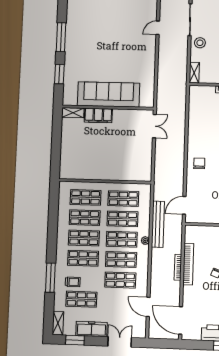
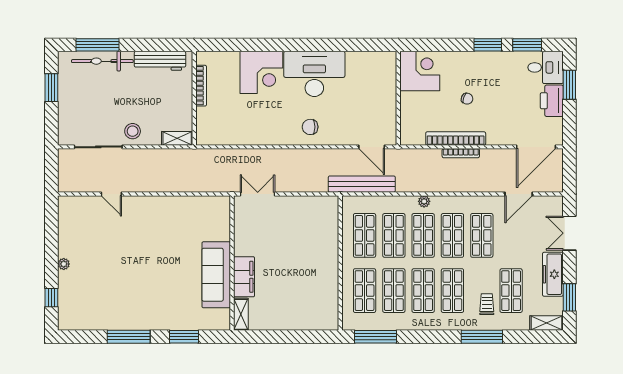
sofa: (109, 94) -> (216, 275), width x0.74, depth x0.79
window: (54, 204) -> (376, 337), added
bench: (158, 224) -> (362, 184), moved

